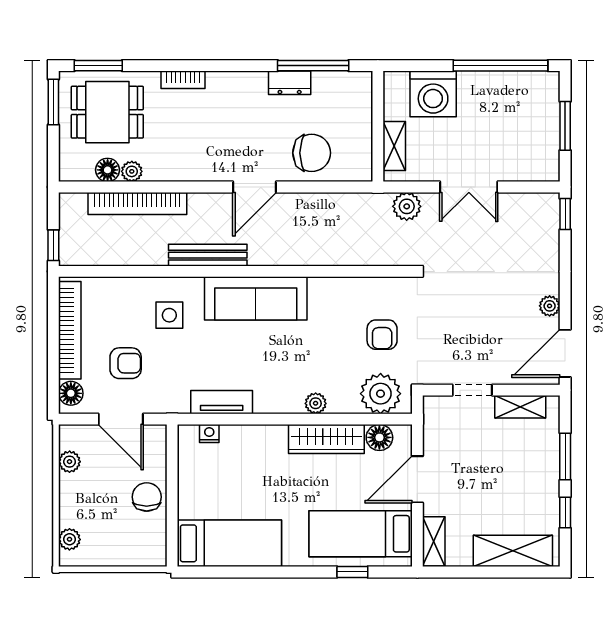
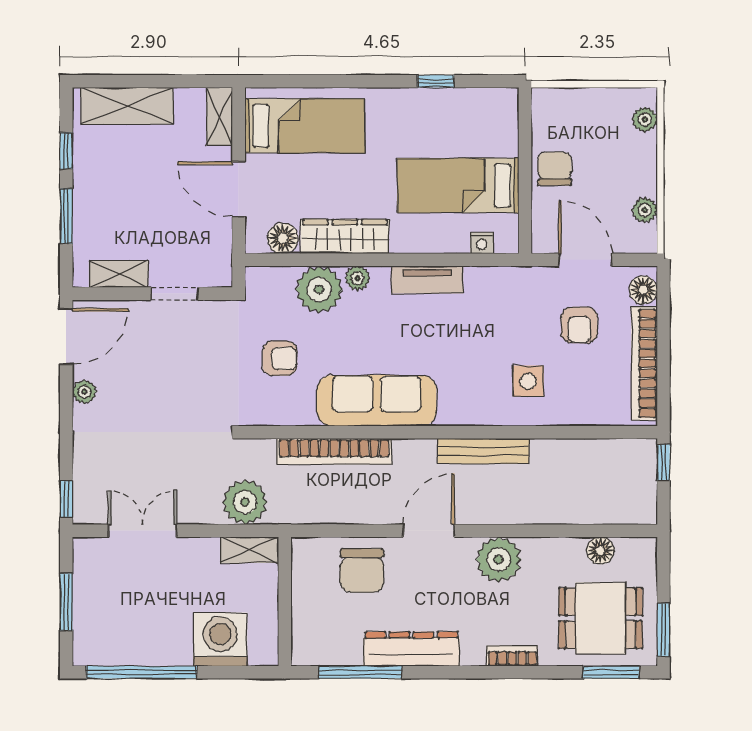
dresser: (290, 83) -> (411, 649), width x1.96, depth x1.24
shelving: (394, 146) -> (250, 550), moved, turned 90
chair: (312, 153) -> (362, 571), turned -90
plant: (132, 171) -> (499, 559), moved, width x1.88, depth x1.88
double door: (469, 187) -> (142, 531), moved
bookcase: (137, 203) -> (334, 451), moved, turned 180
plant: (407, 206) -> (245, 502), width x1.36, depth x1.36
sofa: (256, 298) -> (377, 401), moved
armchair: (382, 335) -> (280, 358), turned 90
armchair: (126, 363) -> (579, 325), turned -90
plant: (381, 394) -> (319, 289), moved
tv unit: (222, 402) -> (427, 280), moved
door: (417, 479) -> (239, 189), swing flipped
chair: (147, 497) -> (555, 169), turned 180
bed: (229, 543) -> (458, 186), moved
window: (352, 572) -> (436, 81), moved

